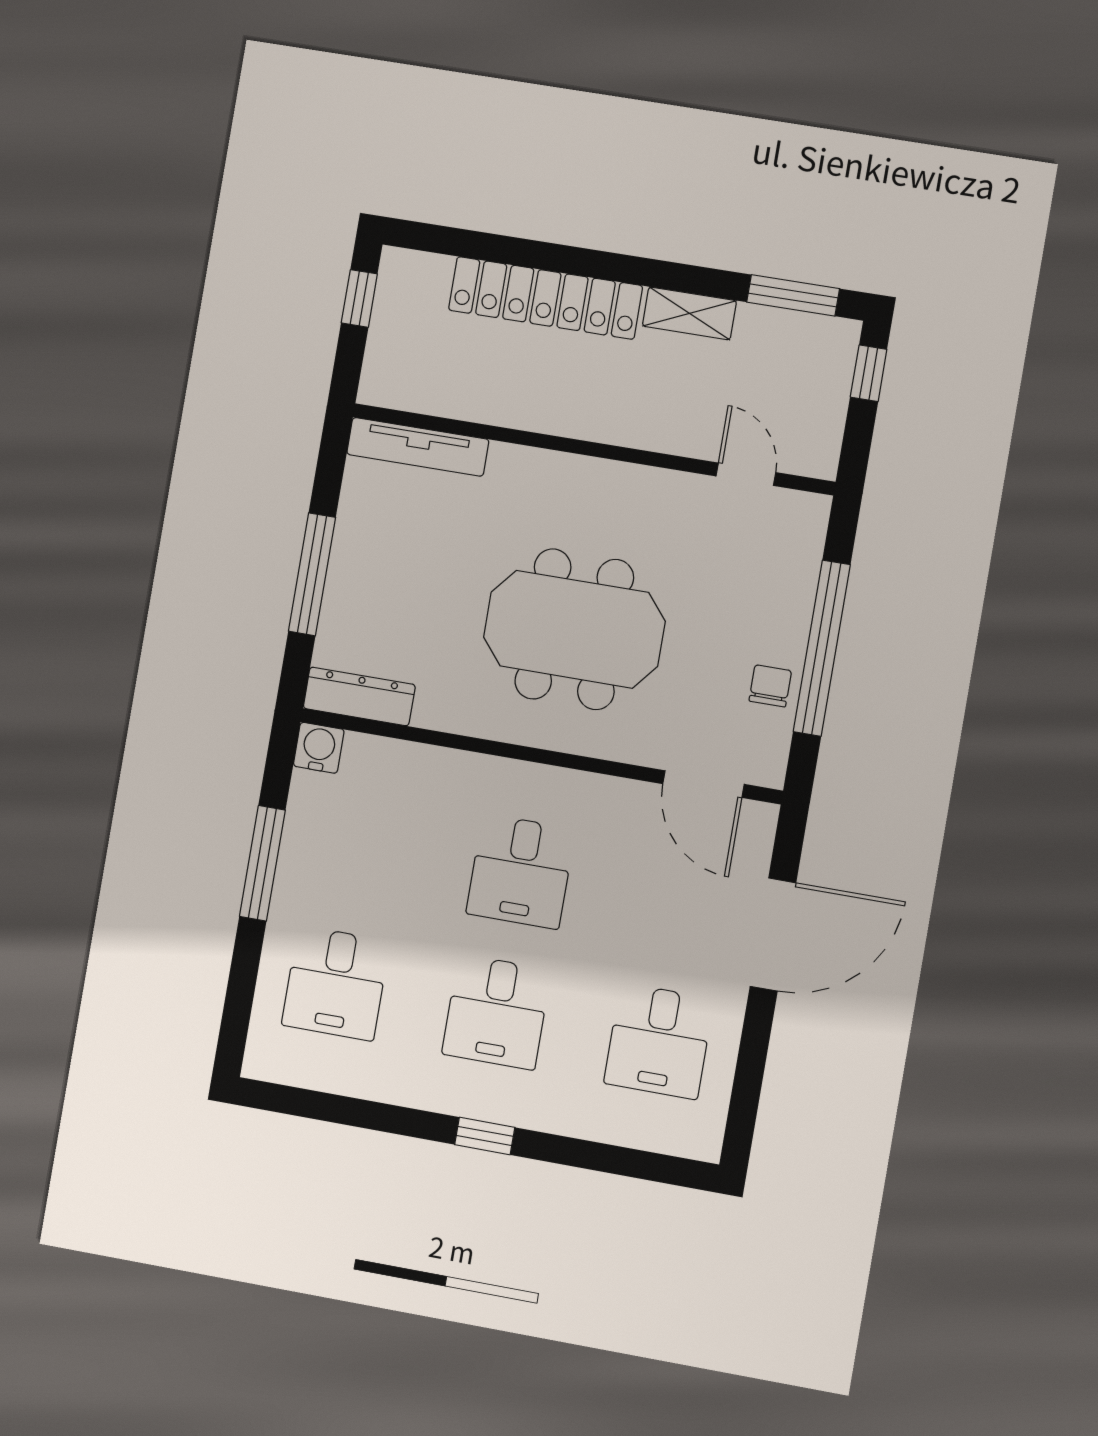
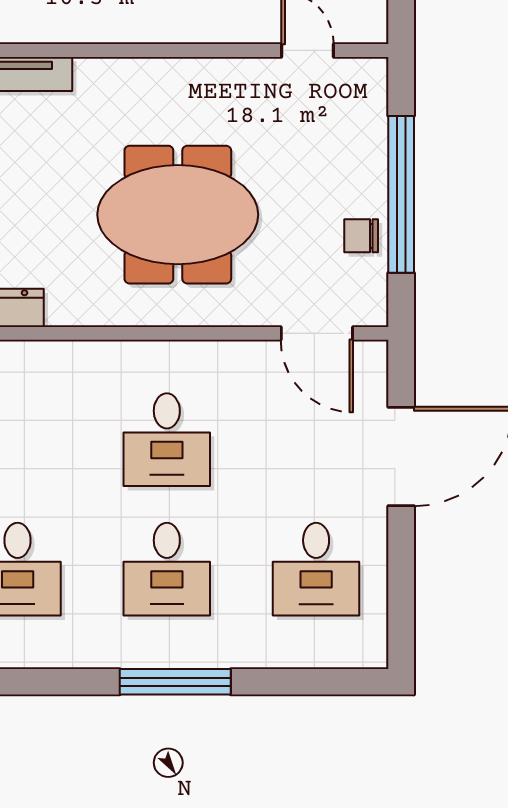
chair: (770, 686) -> (361, 236), turned -90
window: (485, 1136) -> (175, 682), width x2.17

